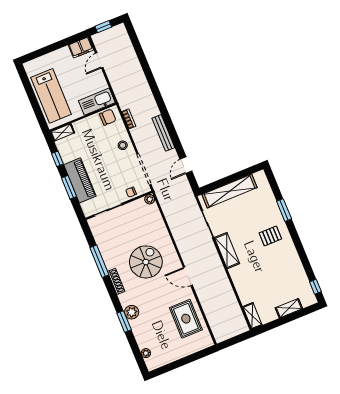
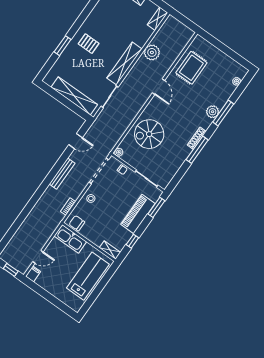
filing cabinet: (81, 47) -> (33, 274), width x0.50
window: (69, 187) -> (156, 207), moved
shelving: (227, 251) -> (124, 64), width x1.47
window: (99, 261) -> (197, 150), moved
spiral stairs: (146, 262) -> (149, 134), moved
plant: (224, 290) -> (152, 52), added
window: (124, 321) -> (223, 113), width x1.44

